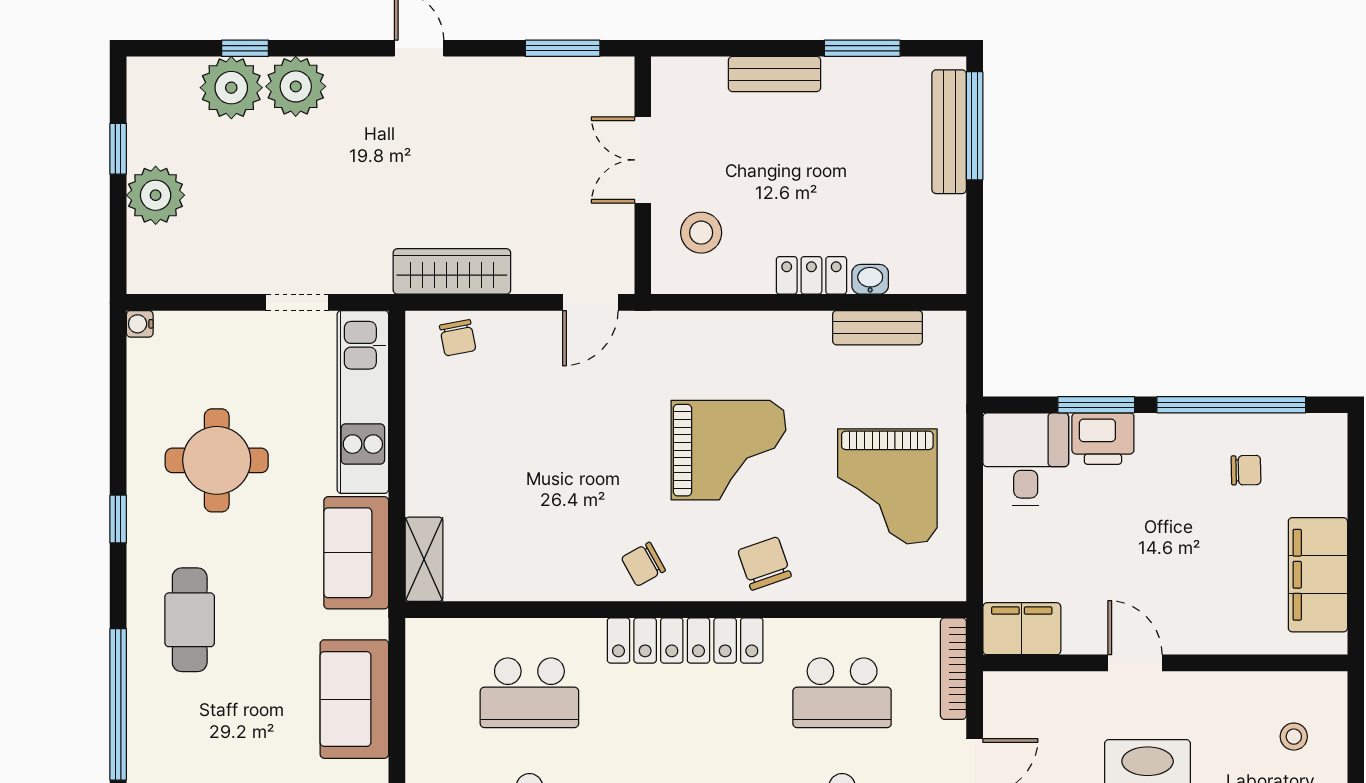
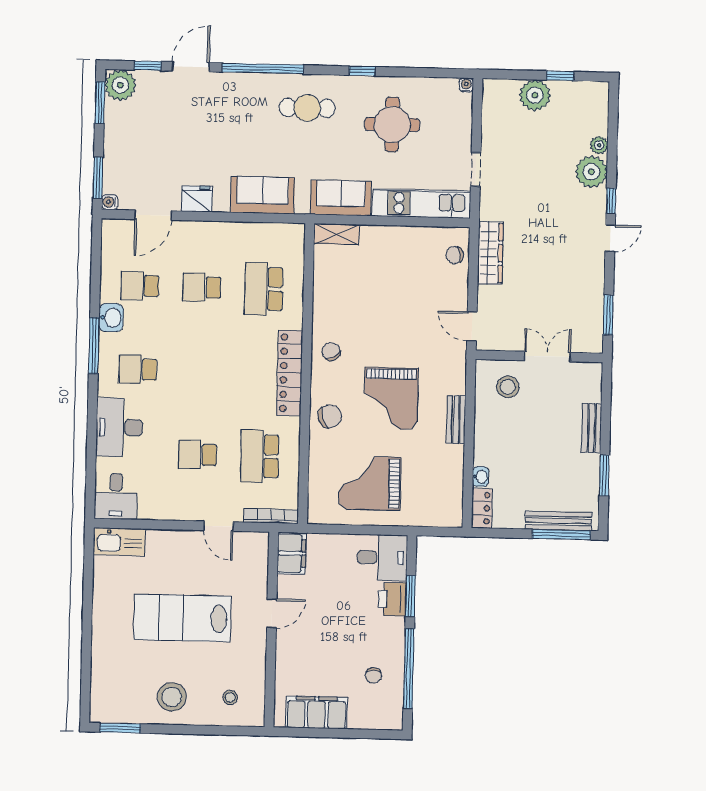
window: (245, 48) -> (611, 201), moved
plant: (231, 88) -> (599, 145), width x0.53, depth x0.53
locker: (811, 275) -> (482, 508), moved
bench: (878, 328) -> (456, 420), moved

